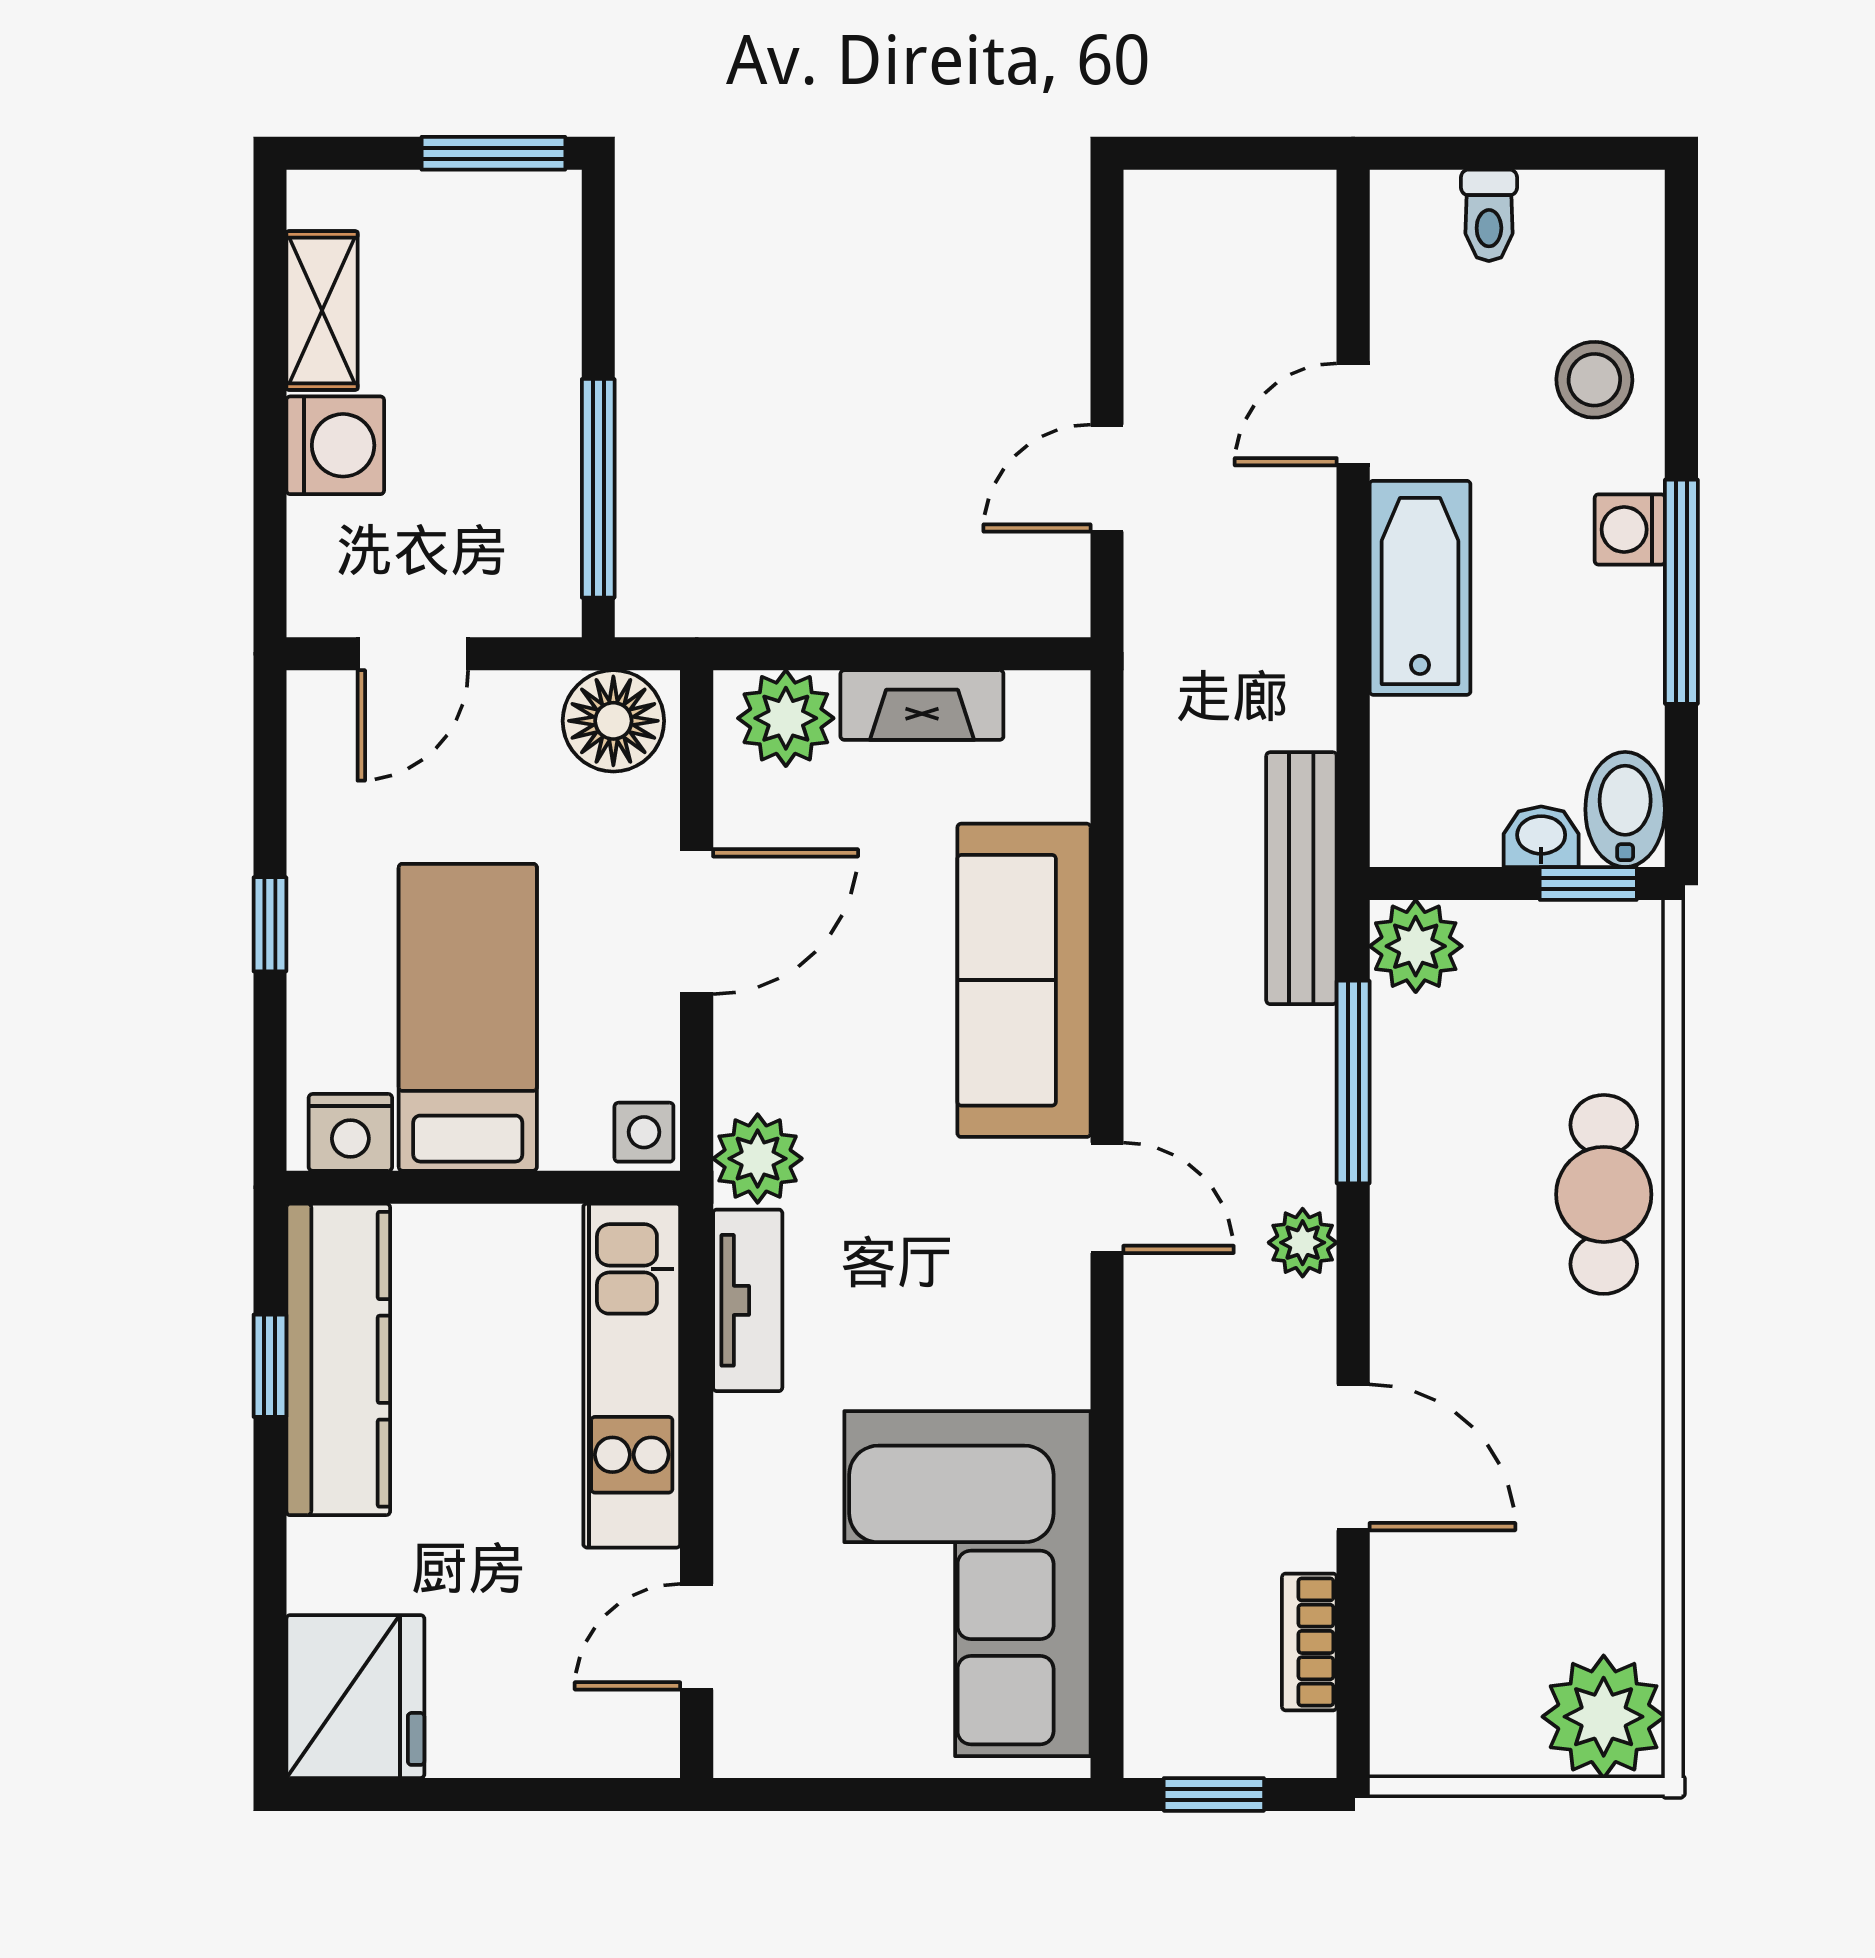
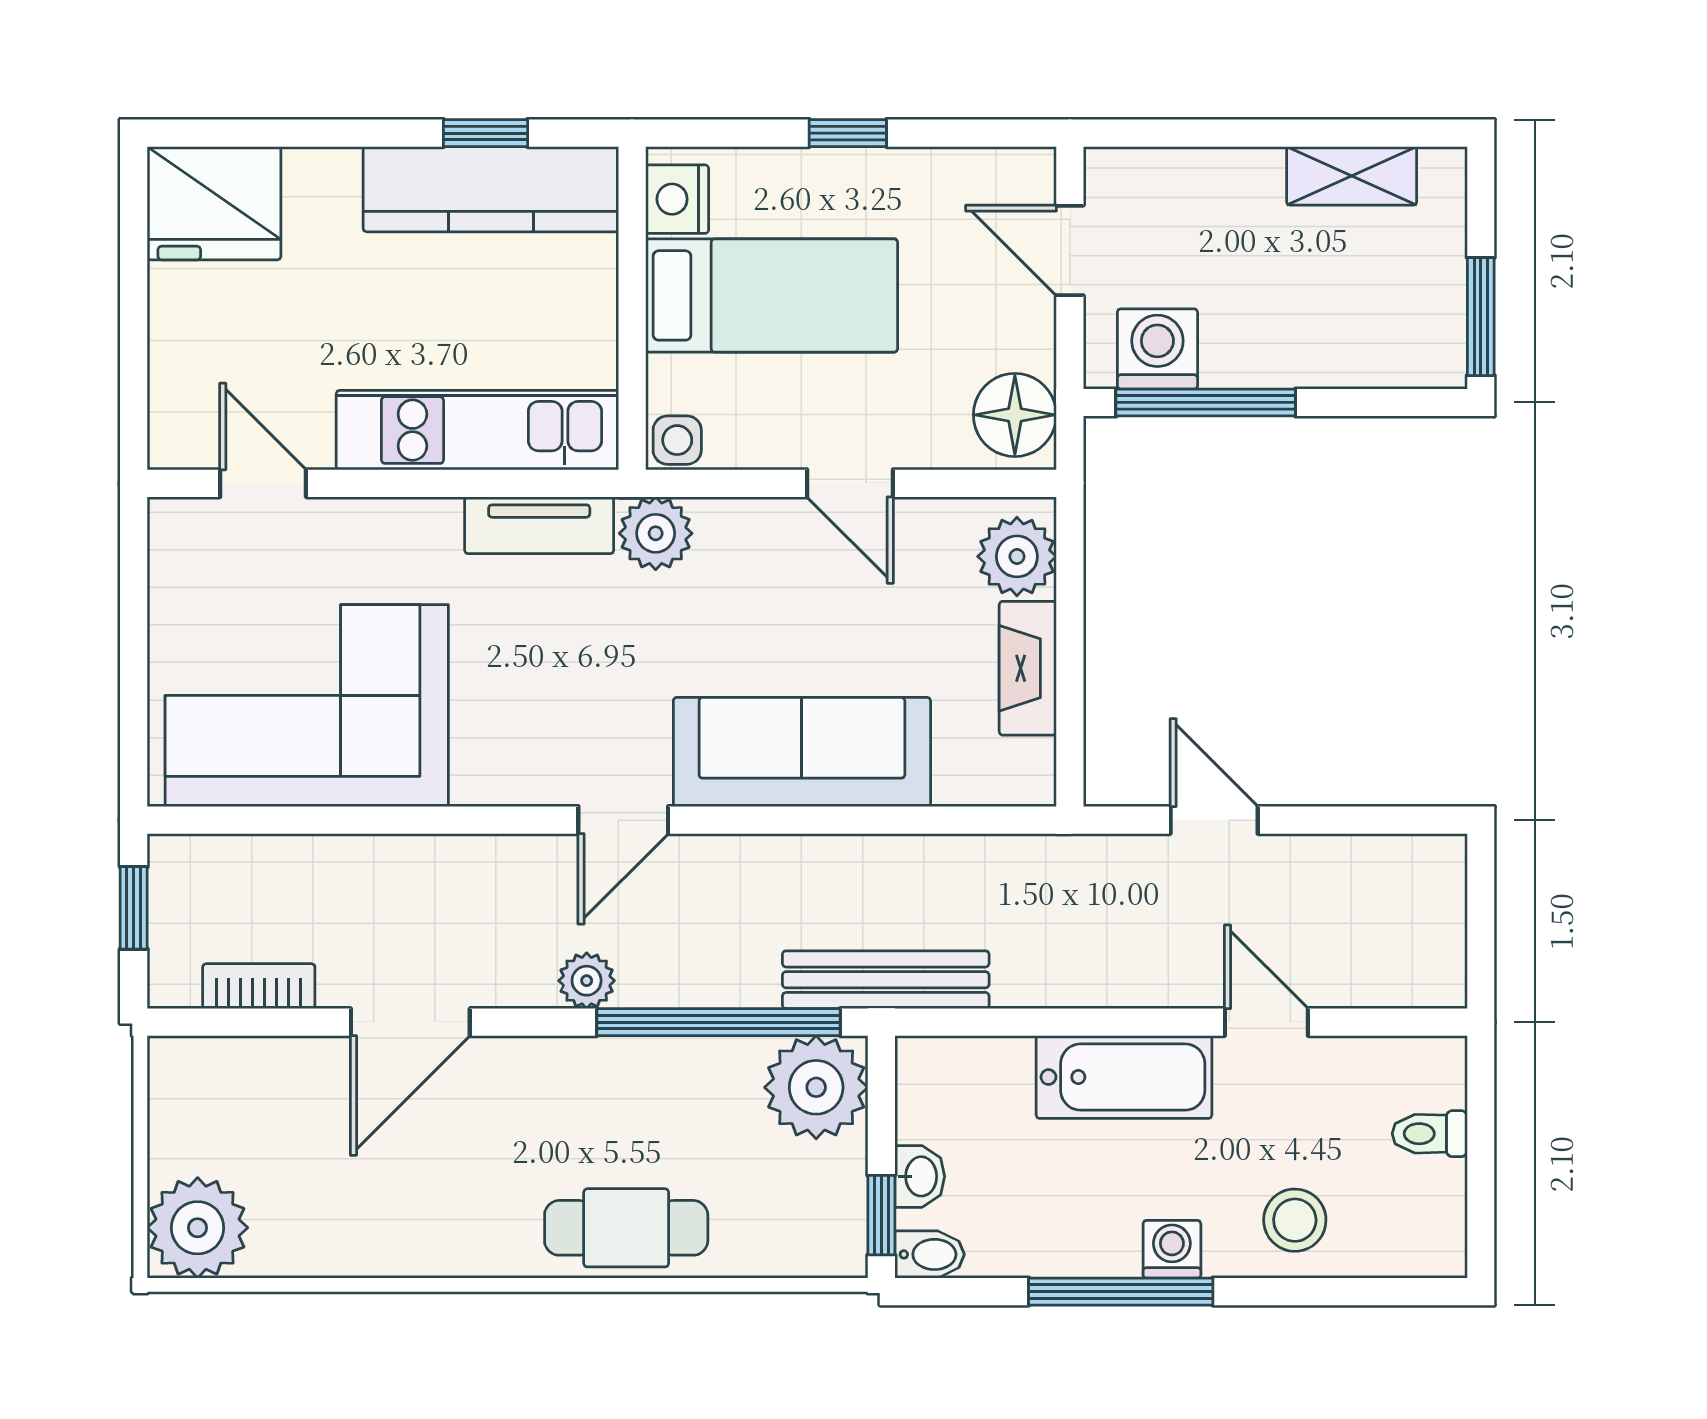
washing machine: (335, 445) -> (1157, 349), moved, turned 180
bidet: (1625, 809) -> (930, 1254), width x0.72, depth x0.74
door: (697, 922) -> (850, 483), width x0.73
plant: (1416, 946) -> (816, 1087), width x1.36, depth x1.36
window: (1353, 1082) -> (718, 1022), width x1.46

